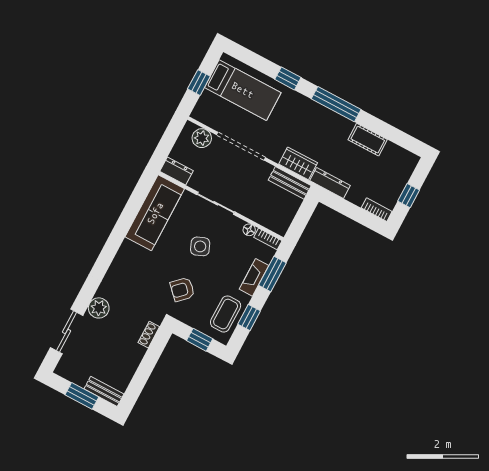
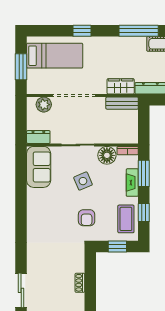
window: (199, 83) -> (21, 67), width x1.50
window: (336, 104) -> (139, 31), moved
sofa: (155, 213) -> (39, 167), width x0.73
floor lamp: (249, 230) -> (107, 155), width x1.89, depth x1.89
armchair: (182, 289) -> (87, 218), turned -46
plant: (99, 308) -> (35, 262), removed
shoe rack: (149, 335) -> (80, 283), moved

